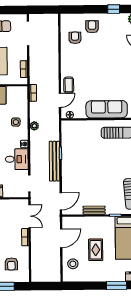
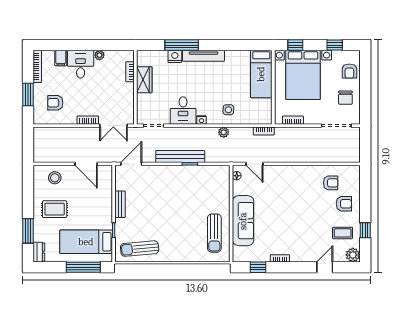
coffee table: (69, 85) -> (343, 233), moved
door: (61, 201) -> (131, 164), swing flipped
rug: (96, 250) -> (55, 209), moved

